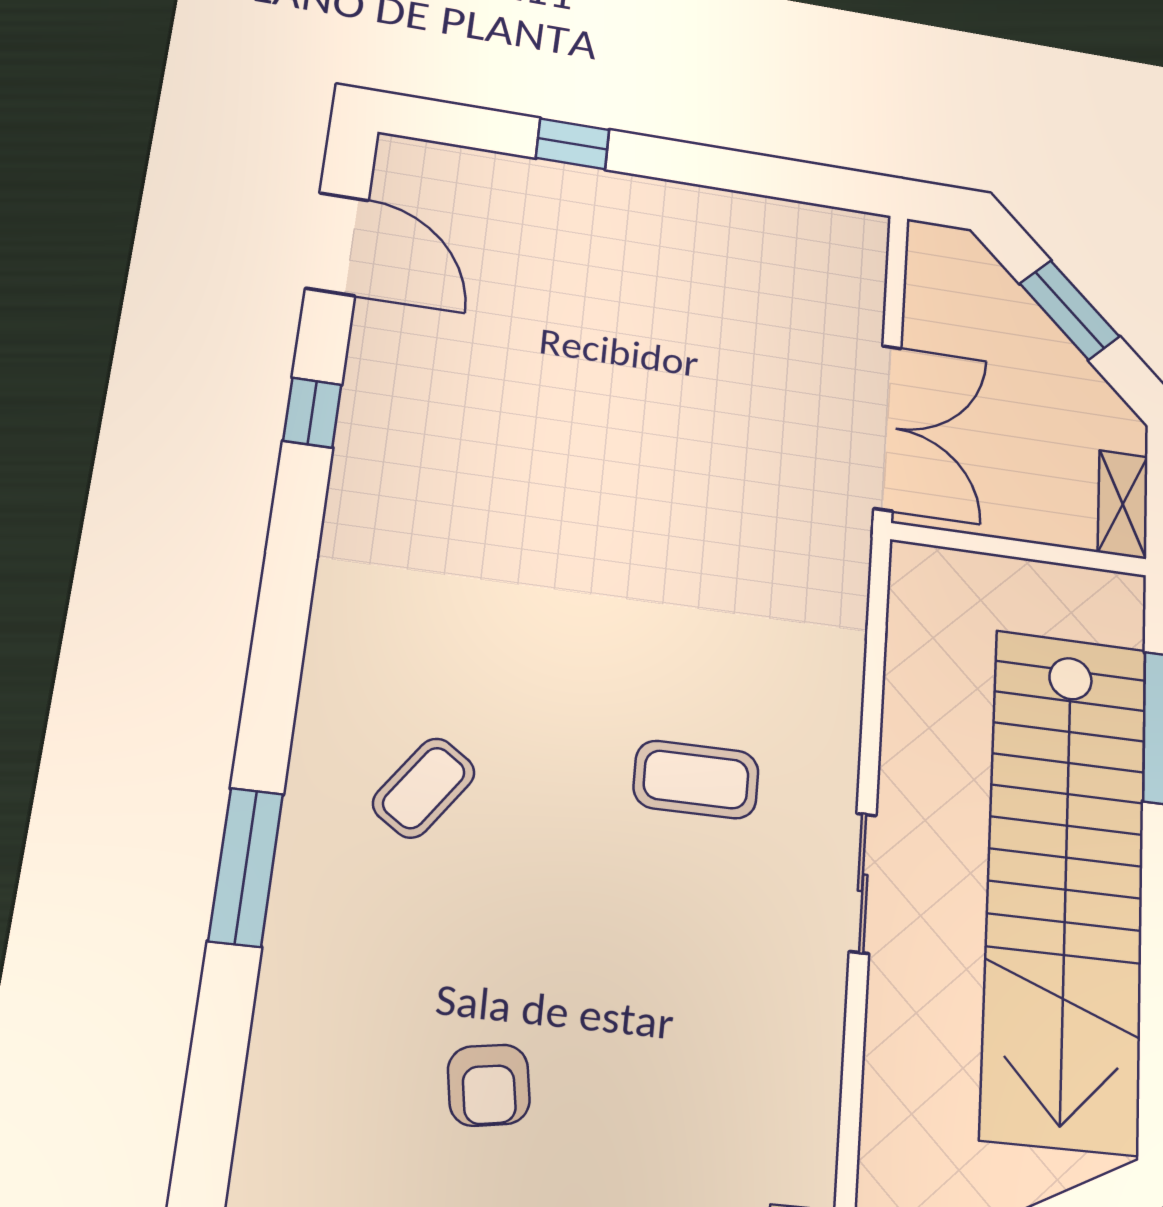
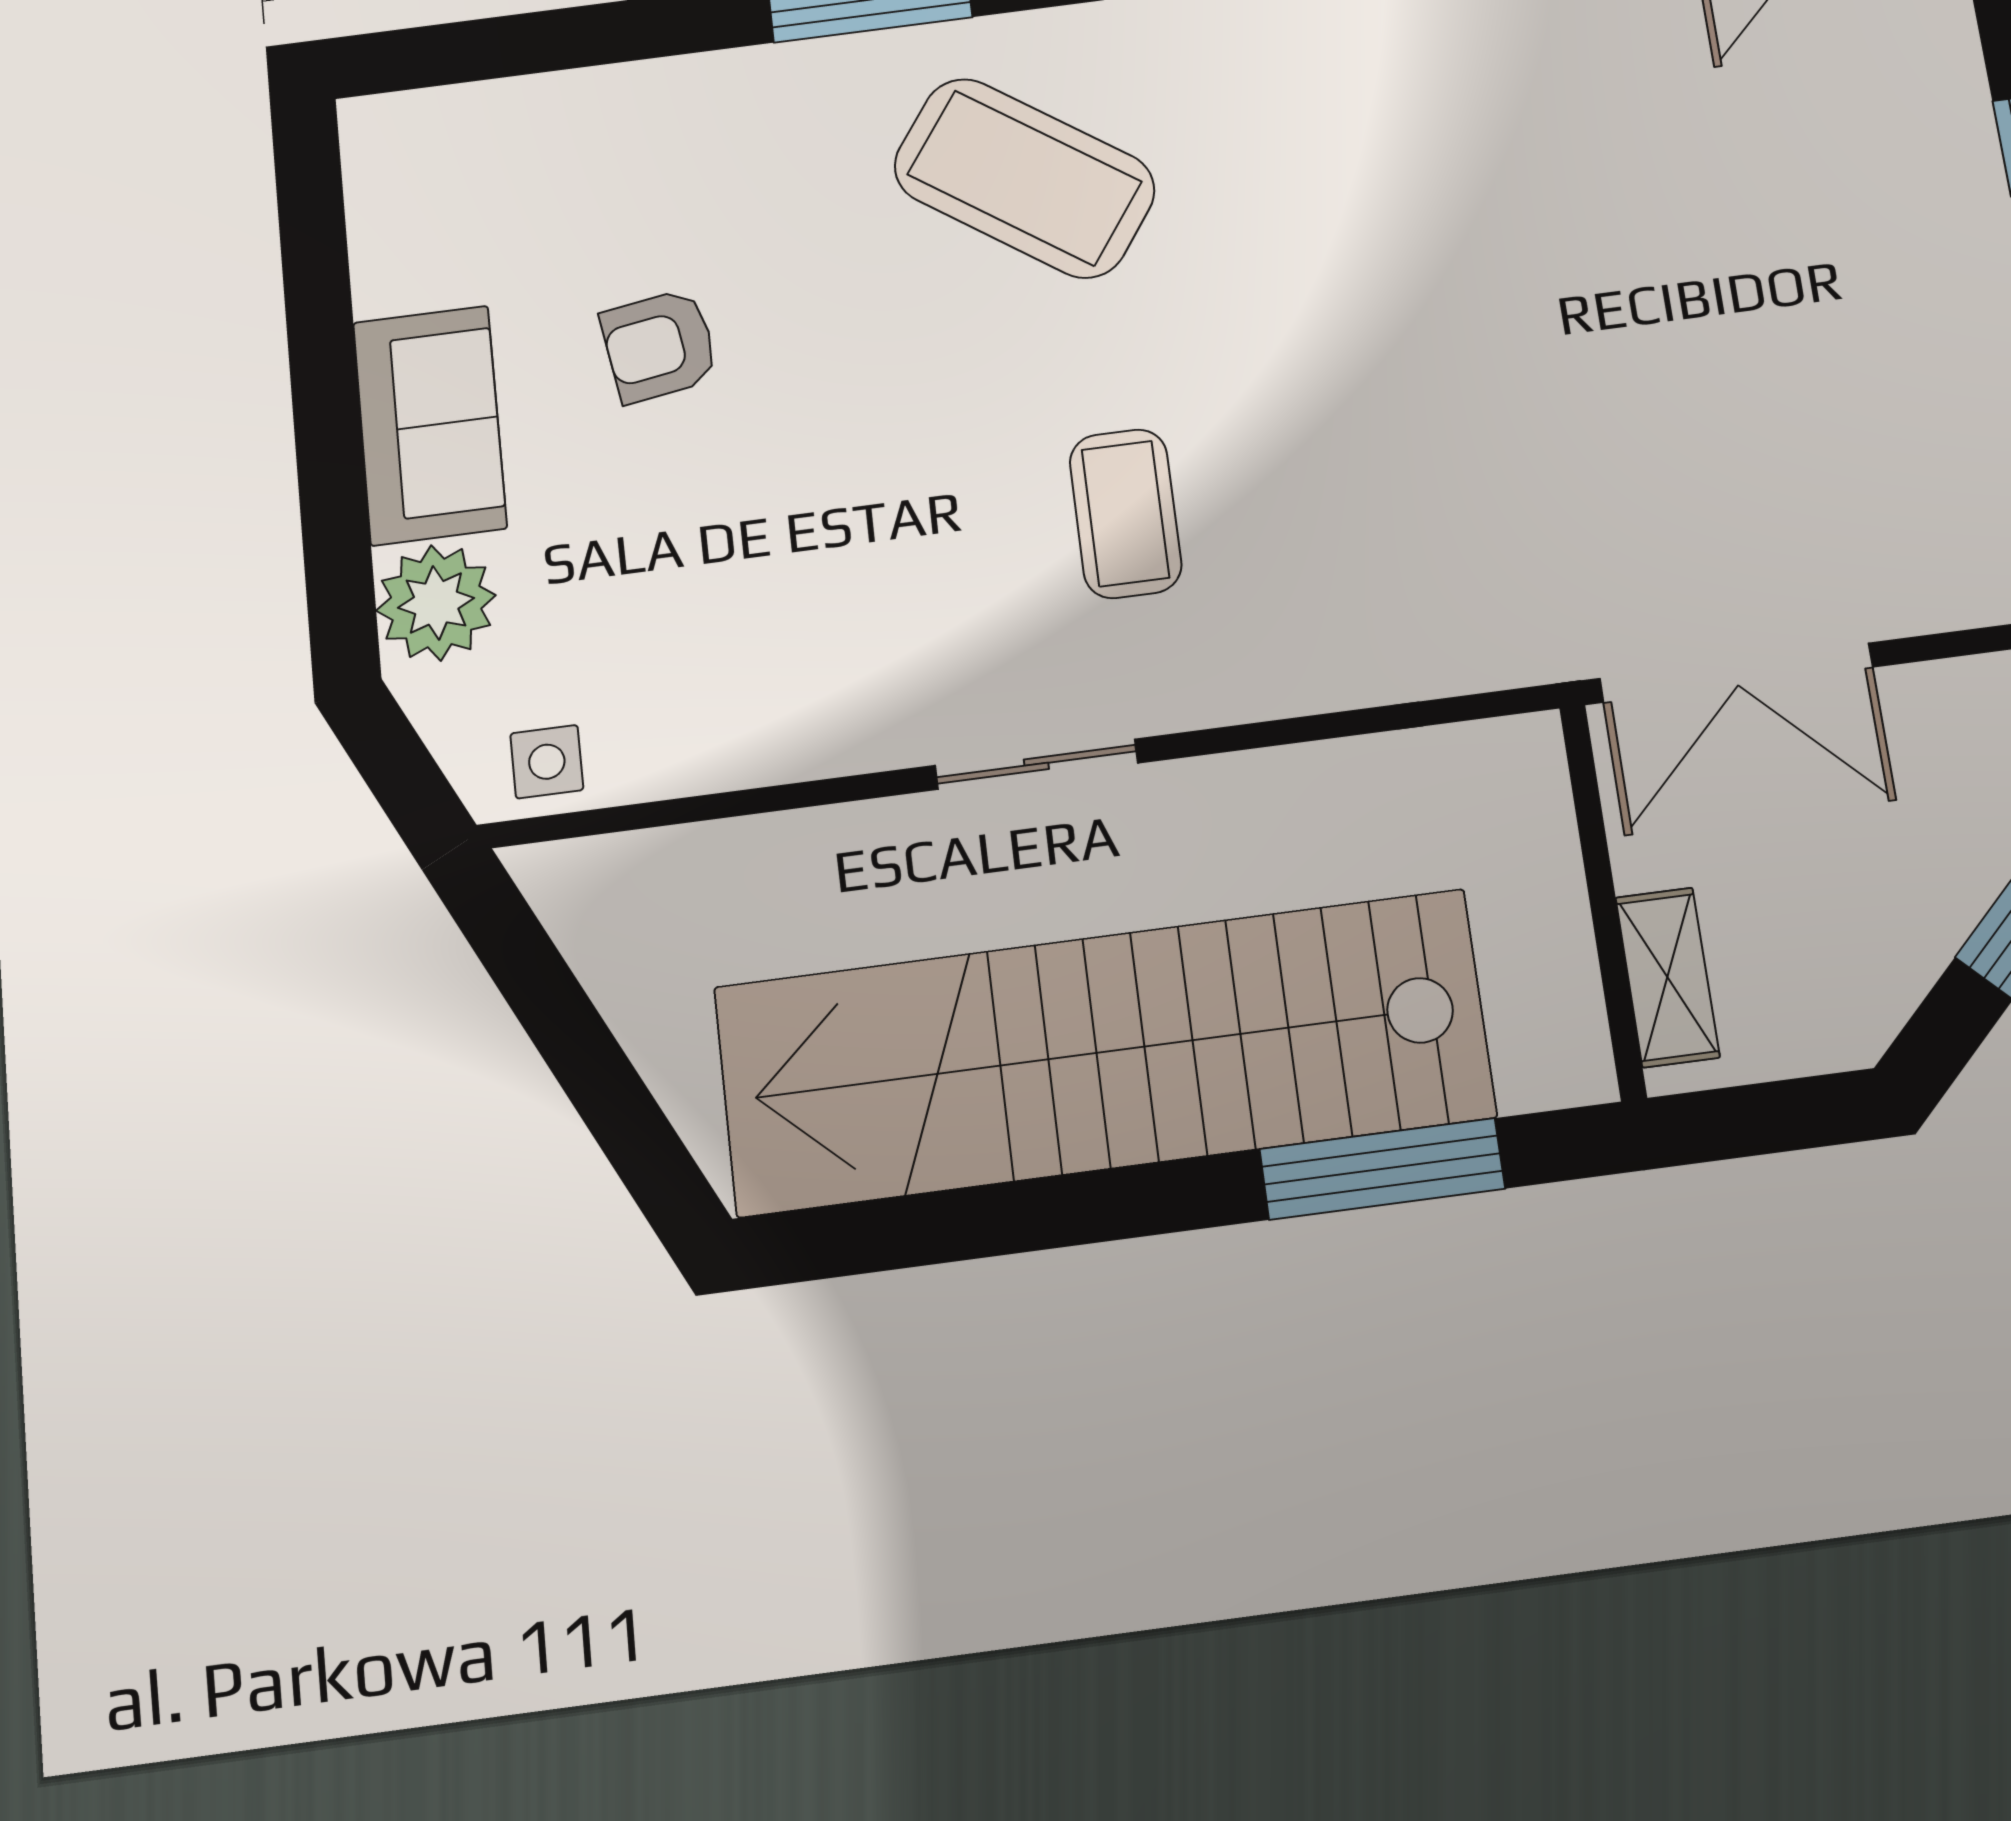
shelving: (1123, 504) -> (1667, 977), moved, turned 90
coffee table: (424, 788) -> (1024, 178), width x1.86, depth x1.72

